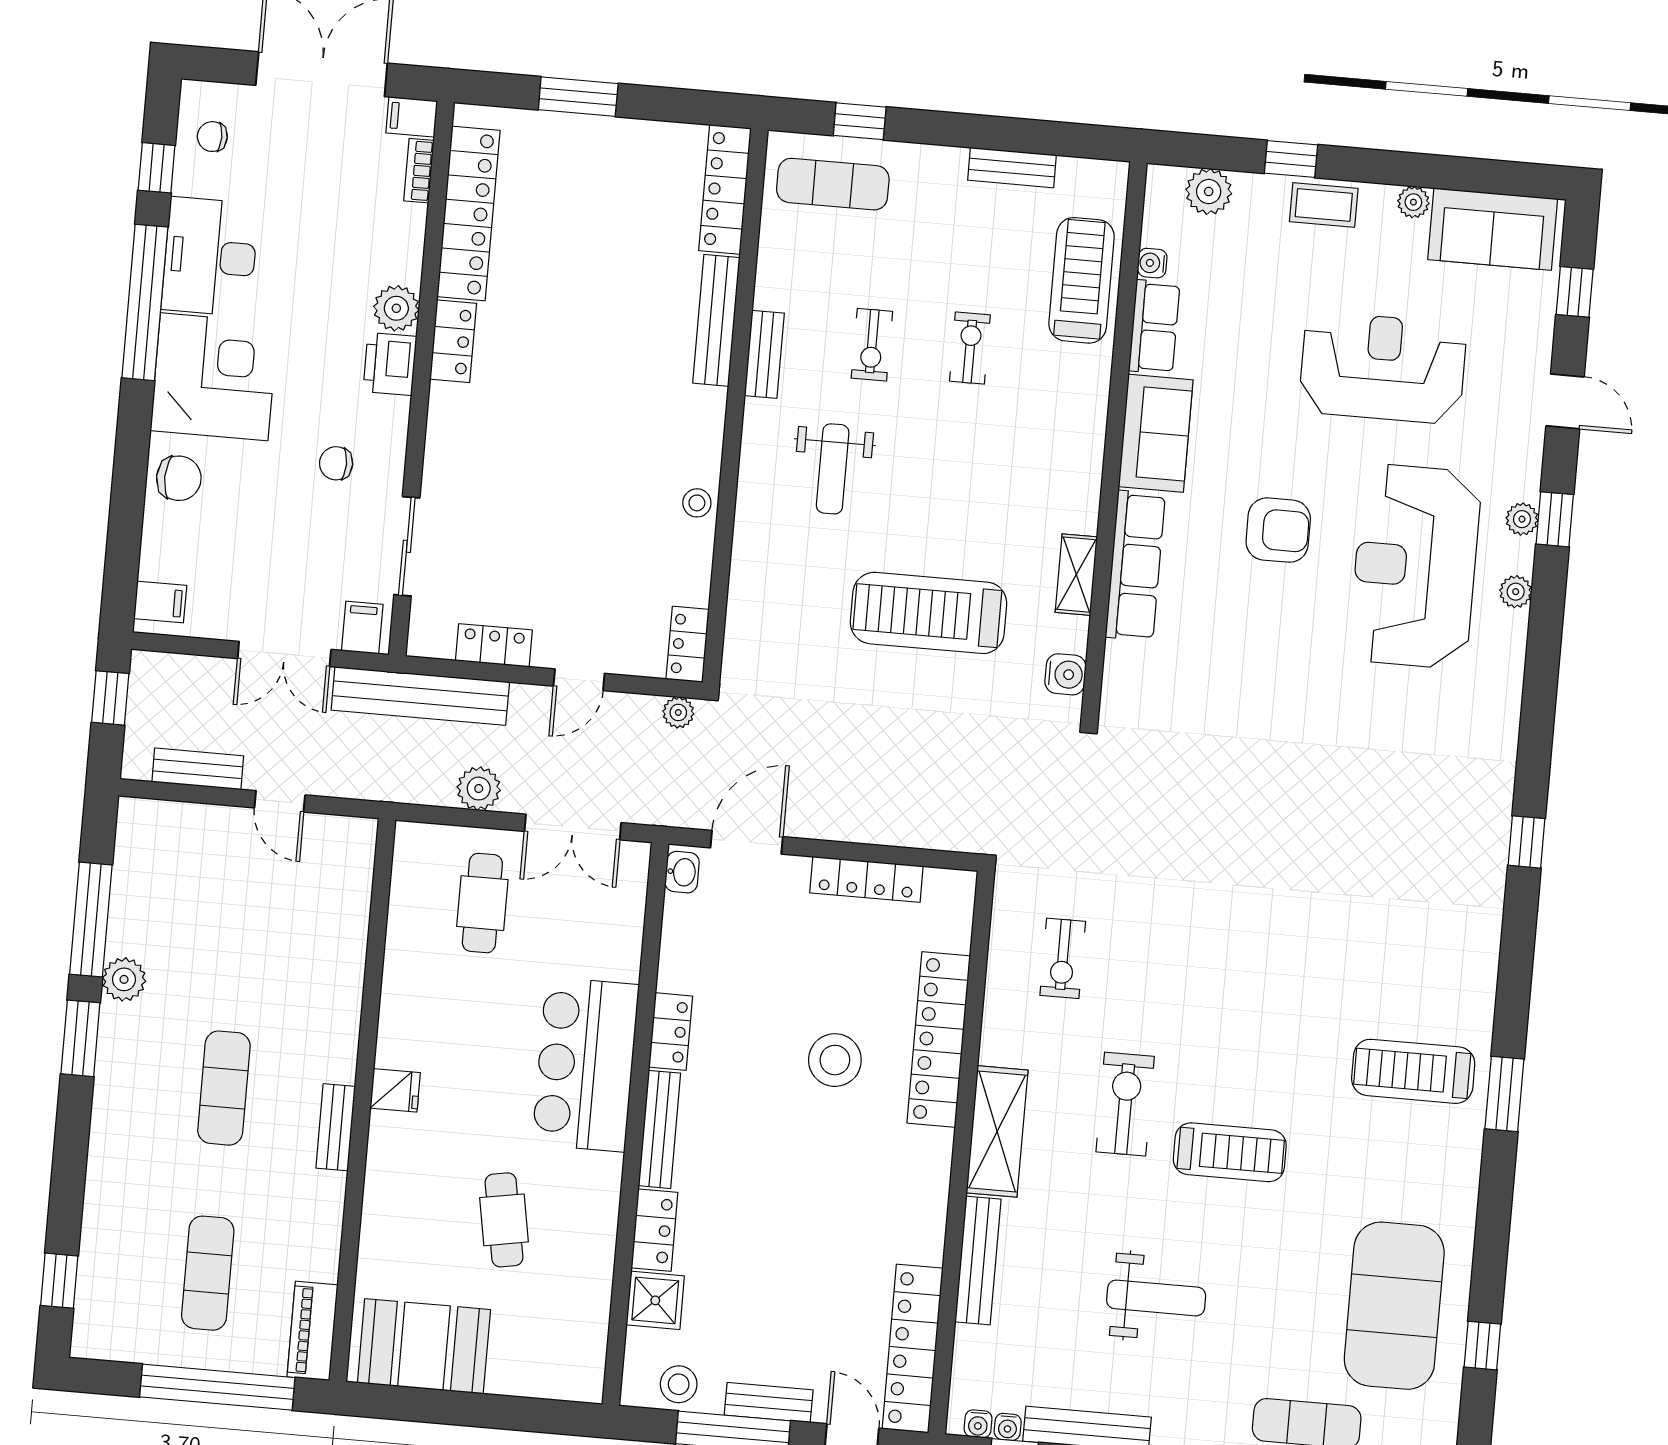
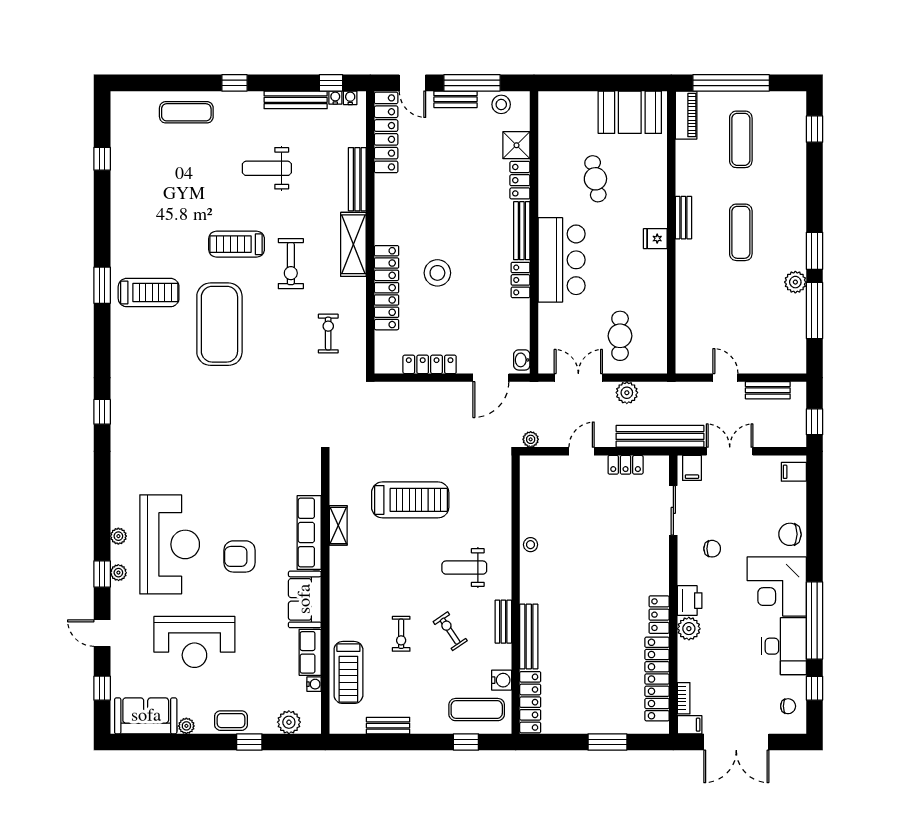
exercise bike: (872, 345) -> (450, 631), turned -34
weight bench: (833, 469) -> (464, 568), turned -90
locker: (688, 644) -> (529, 474), removed
water cooler: (1065, 674) -> (502, 680), moved, turned 180
exercise mat: (1394, 1306) -> (219, 324), moved

